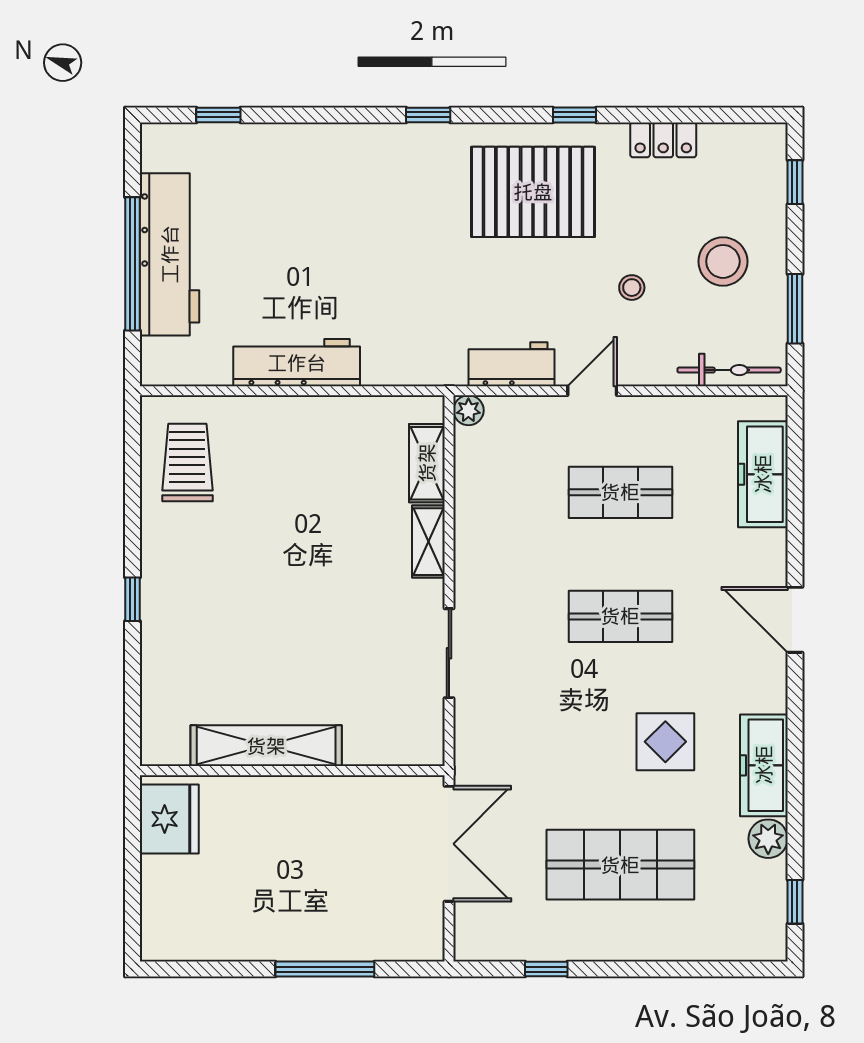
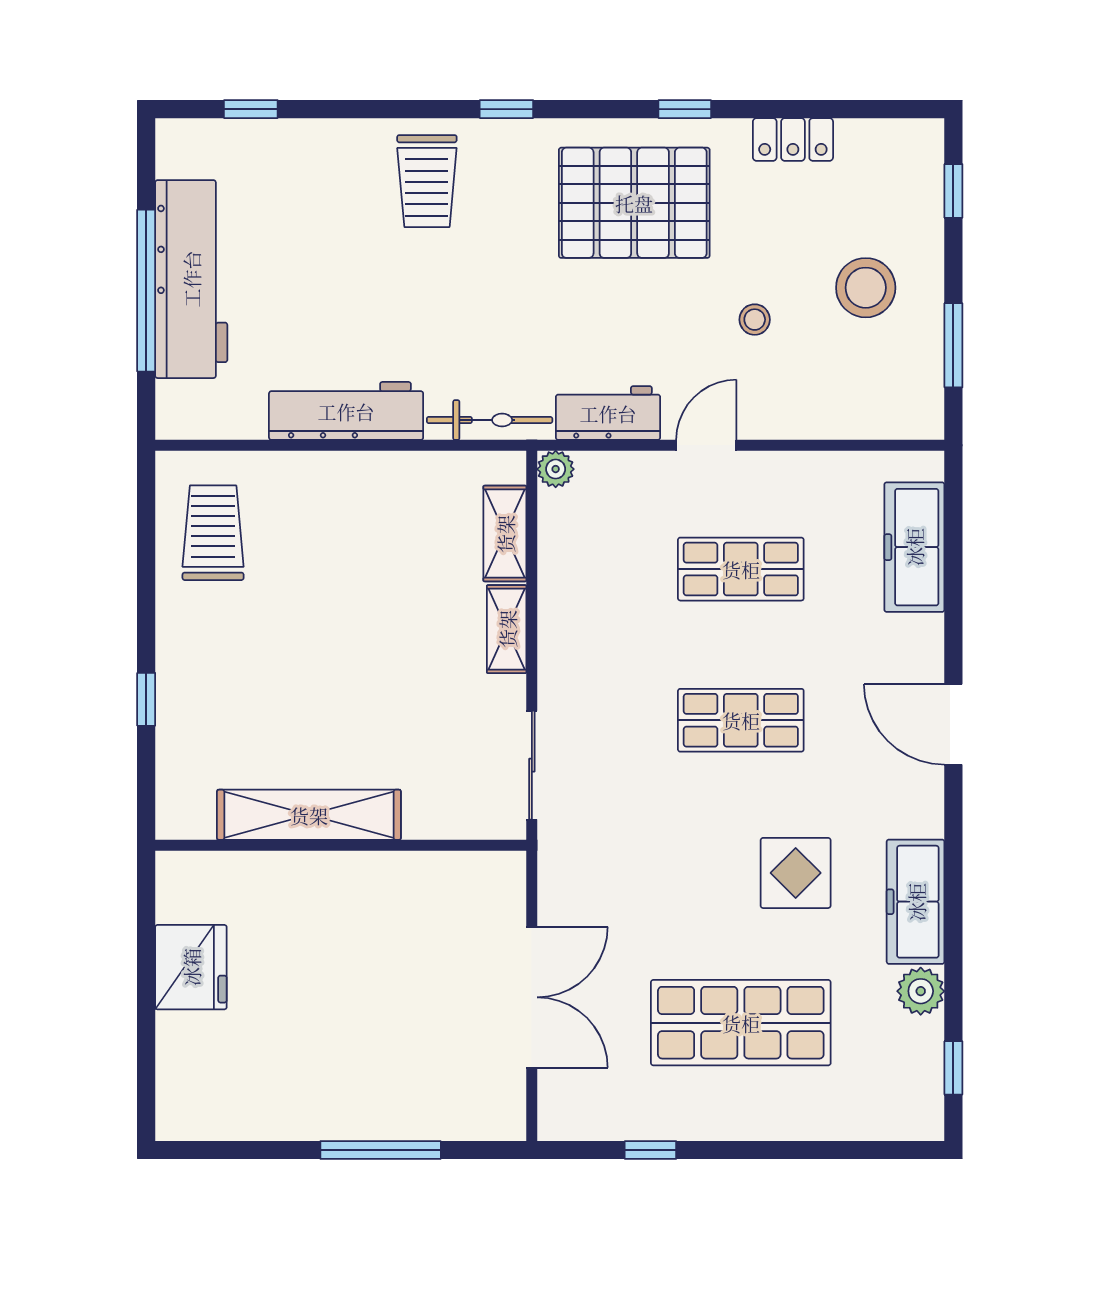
trolley: (363, 174) -> (427, 181), added
bicycle: (729, 370) -> (490, 420), moved
shelving: (266, 746) -> (309, 815), moved
wall: (292, 771) -> (341, 845), moved

